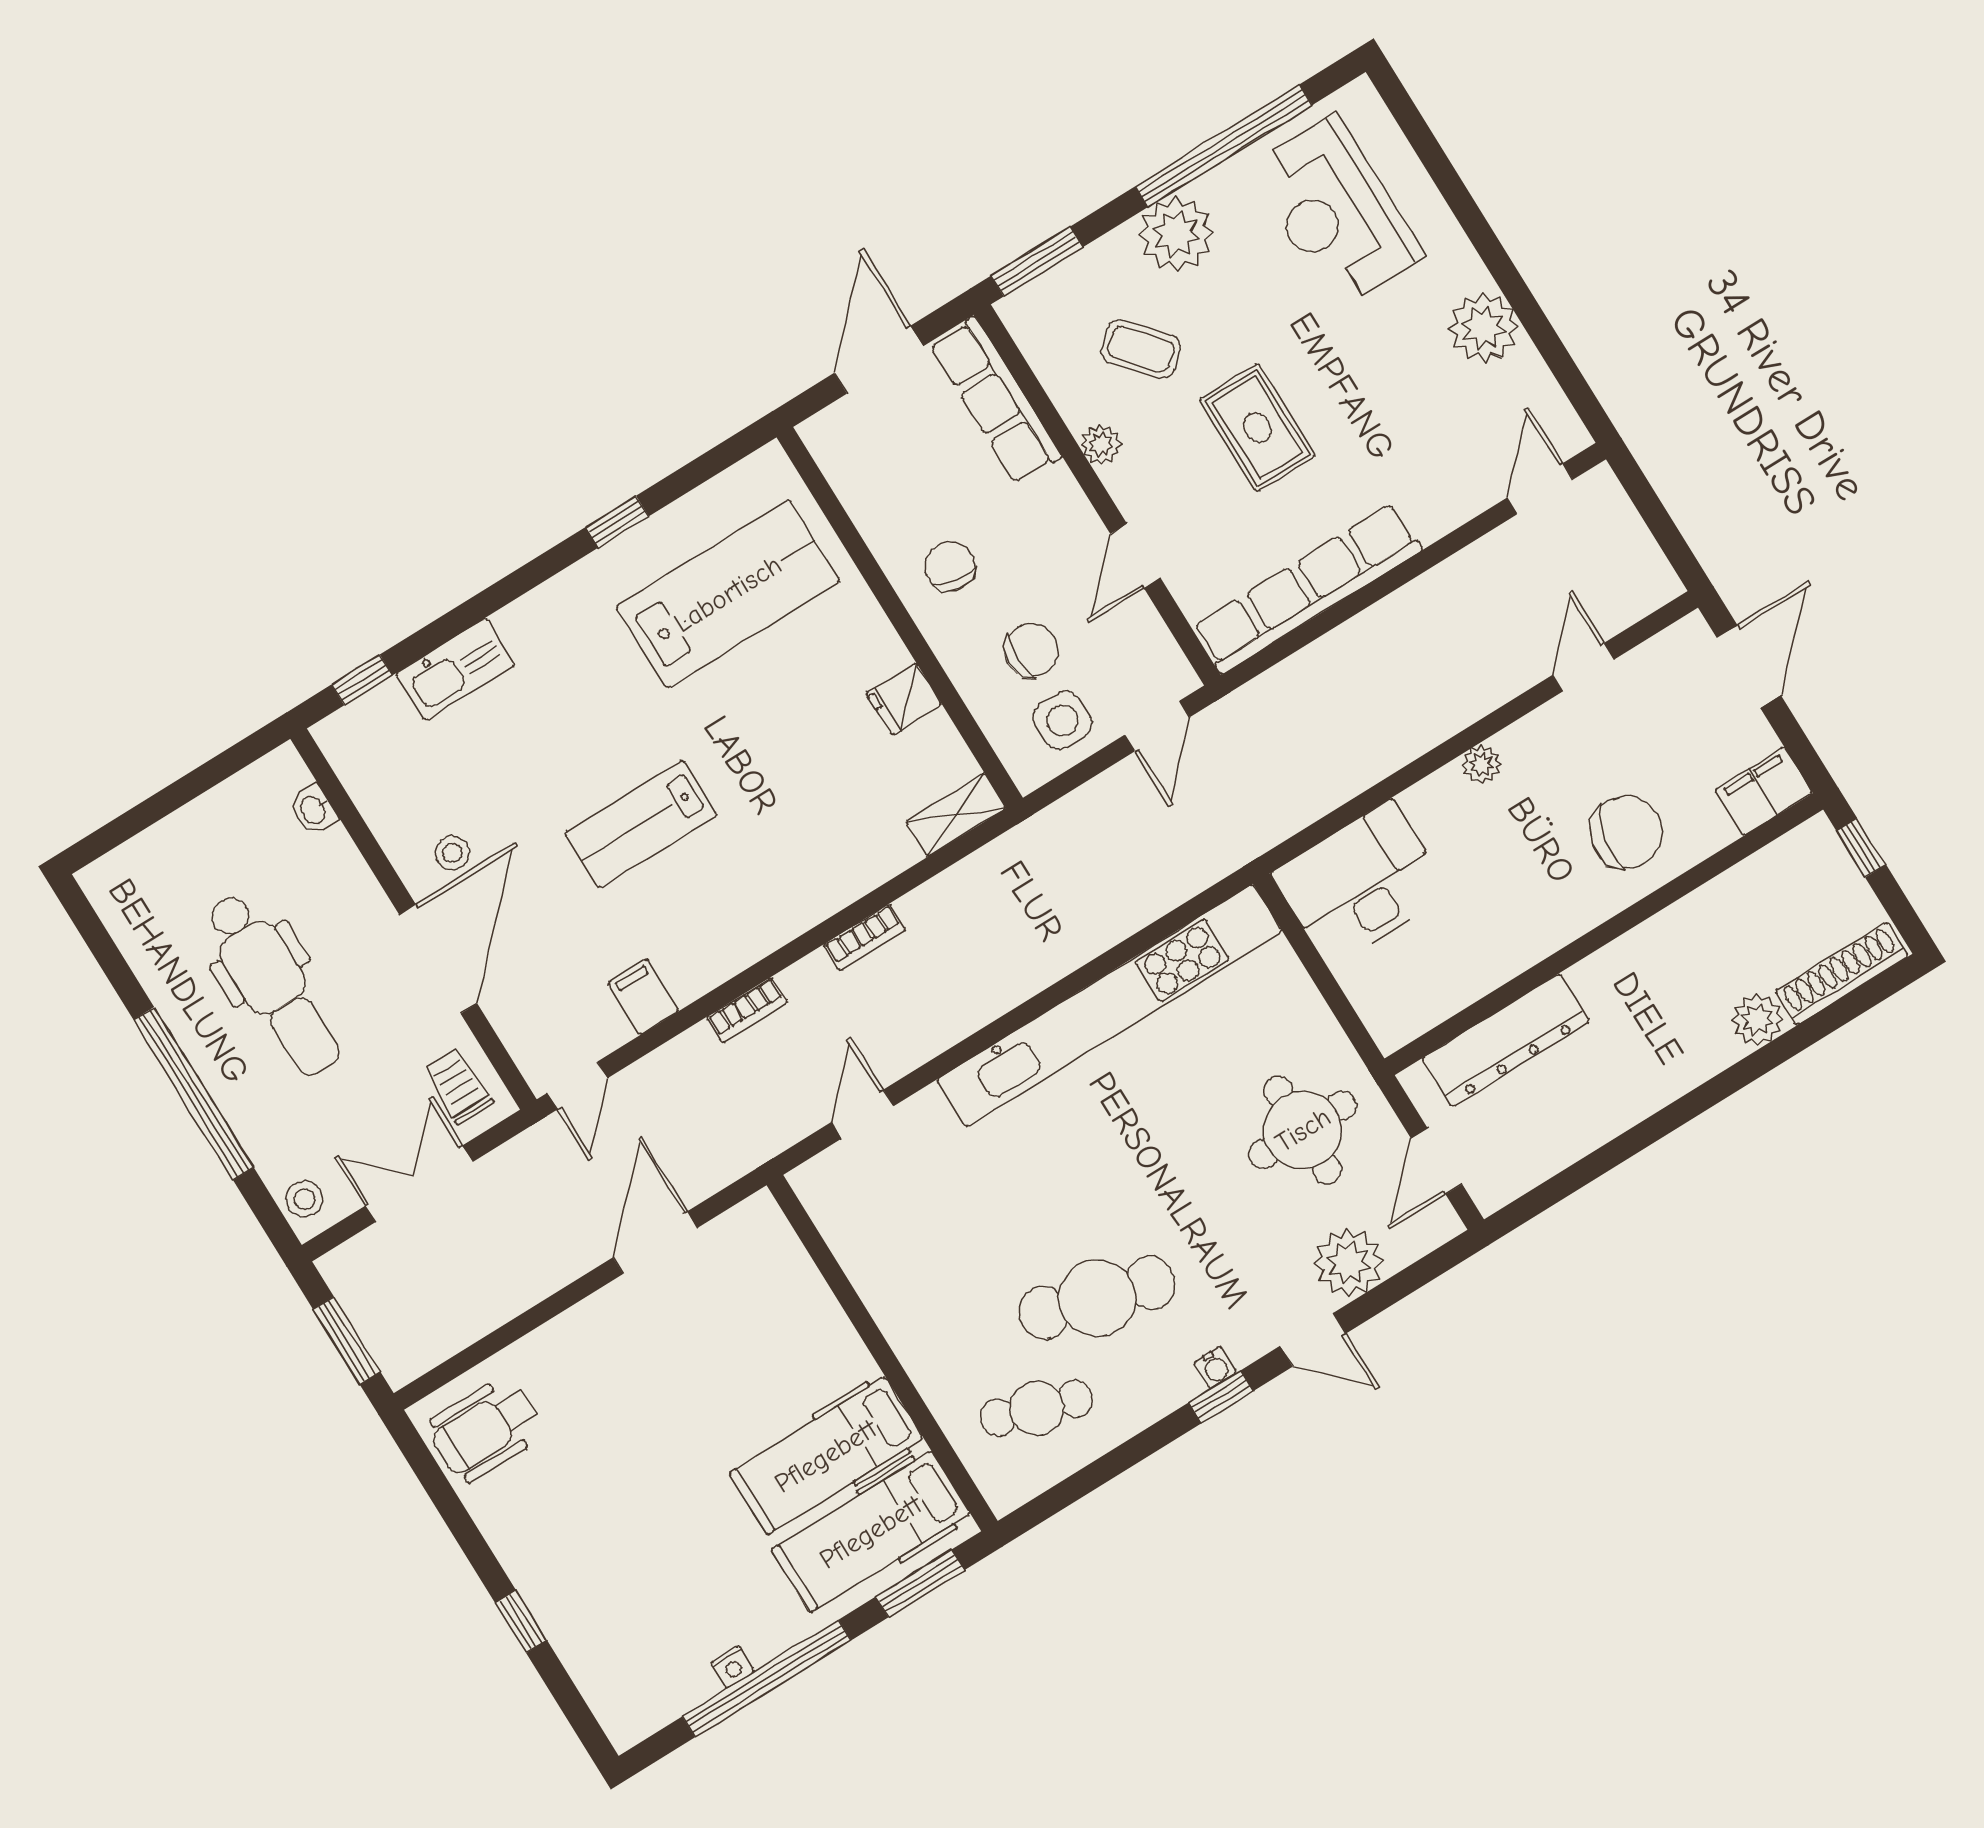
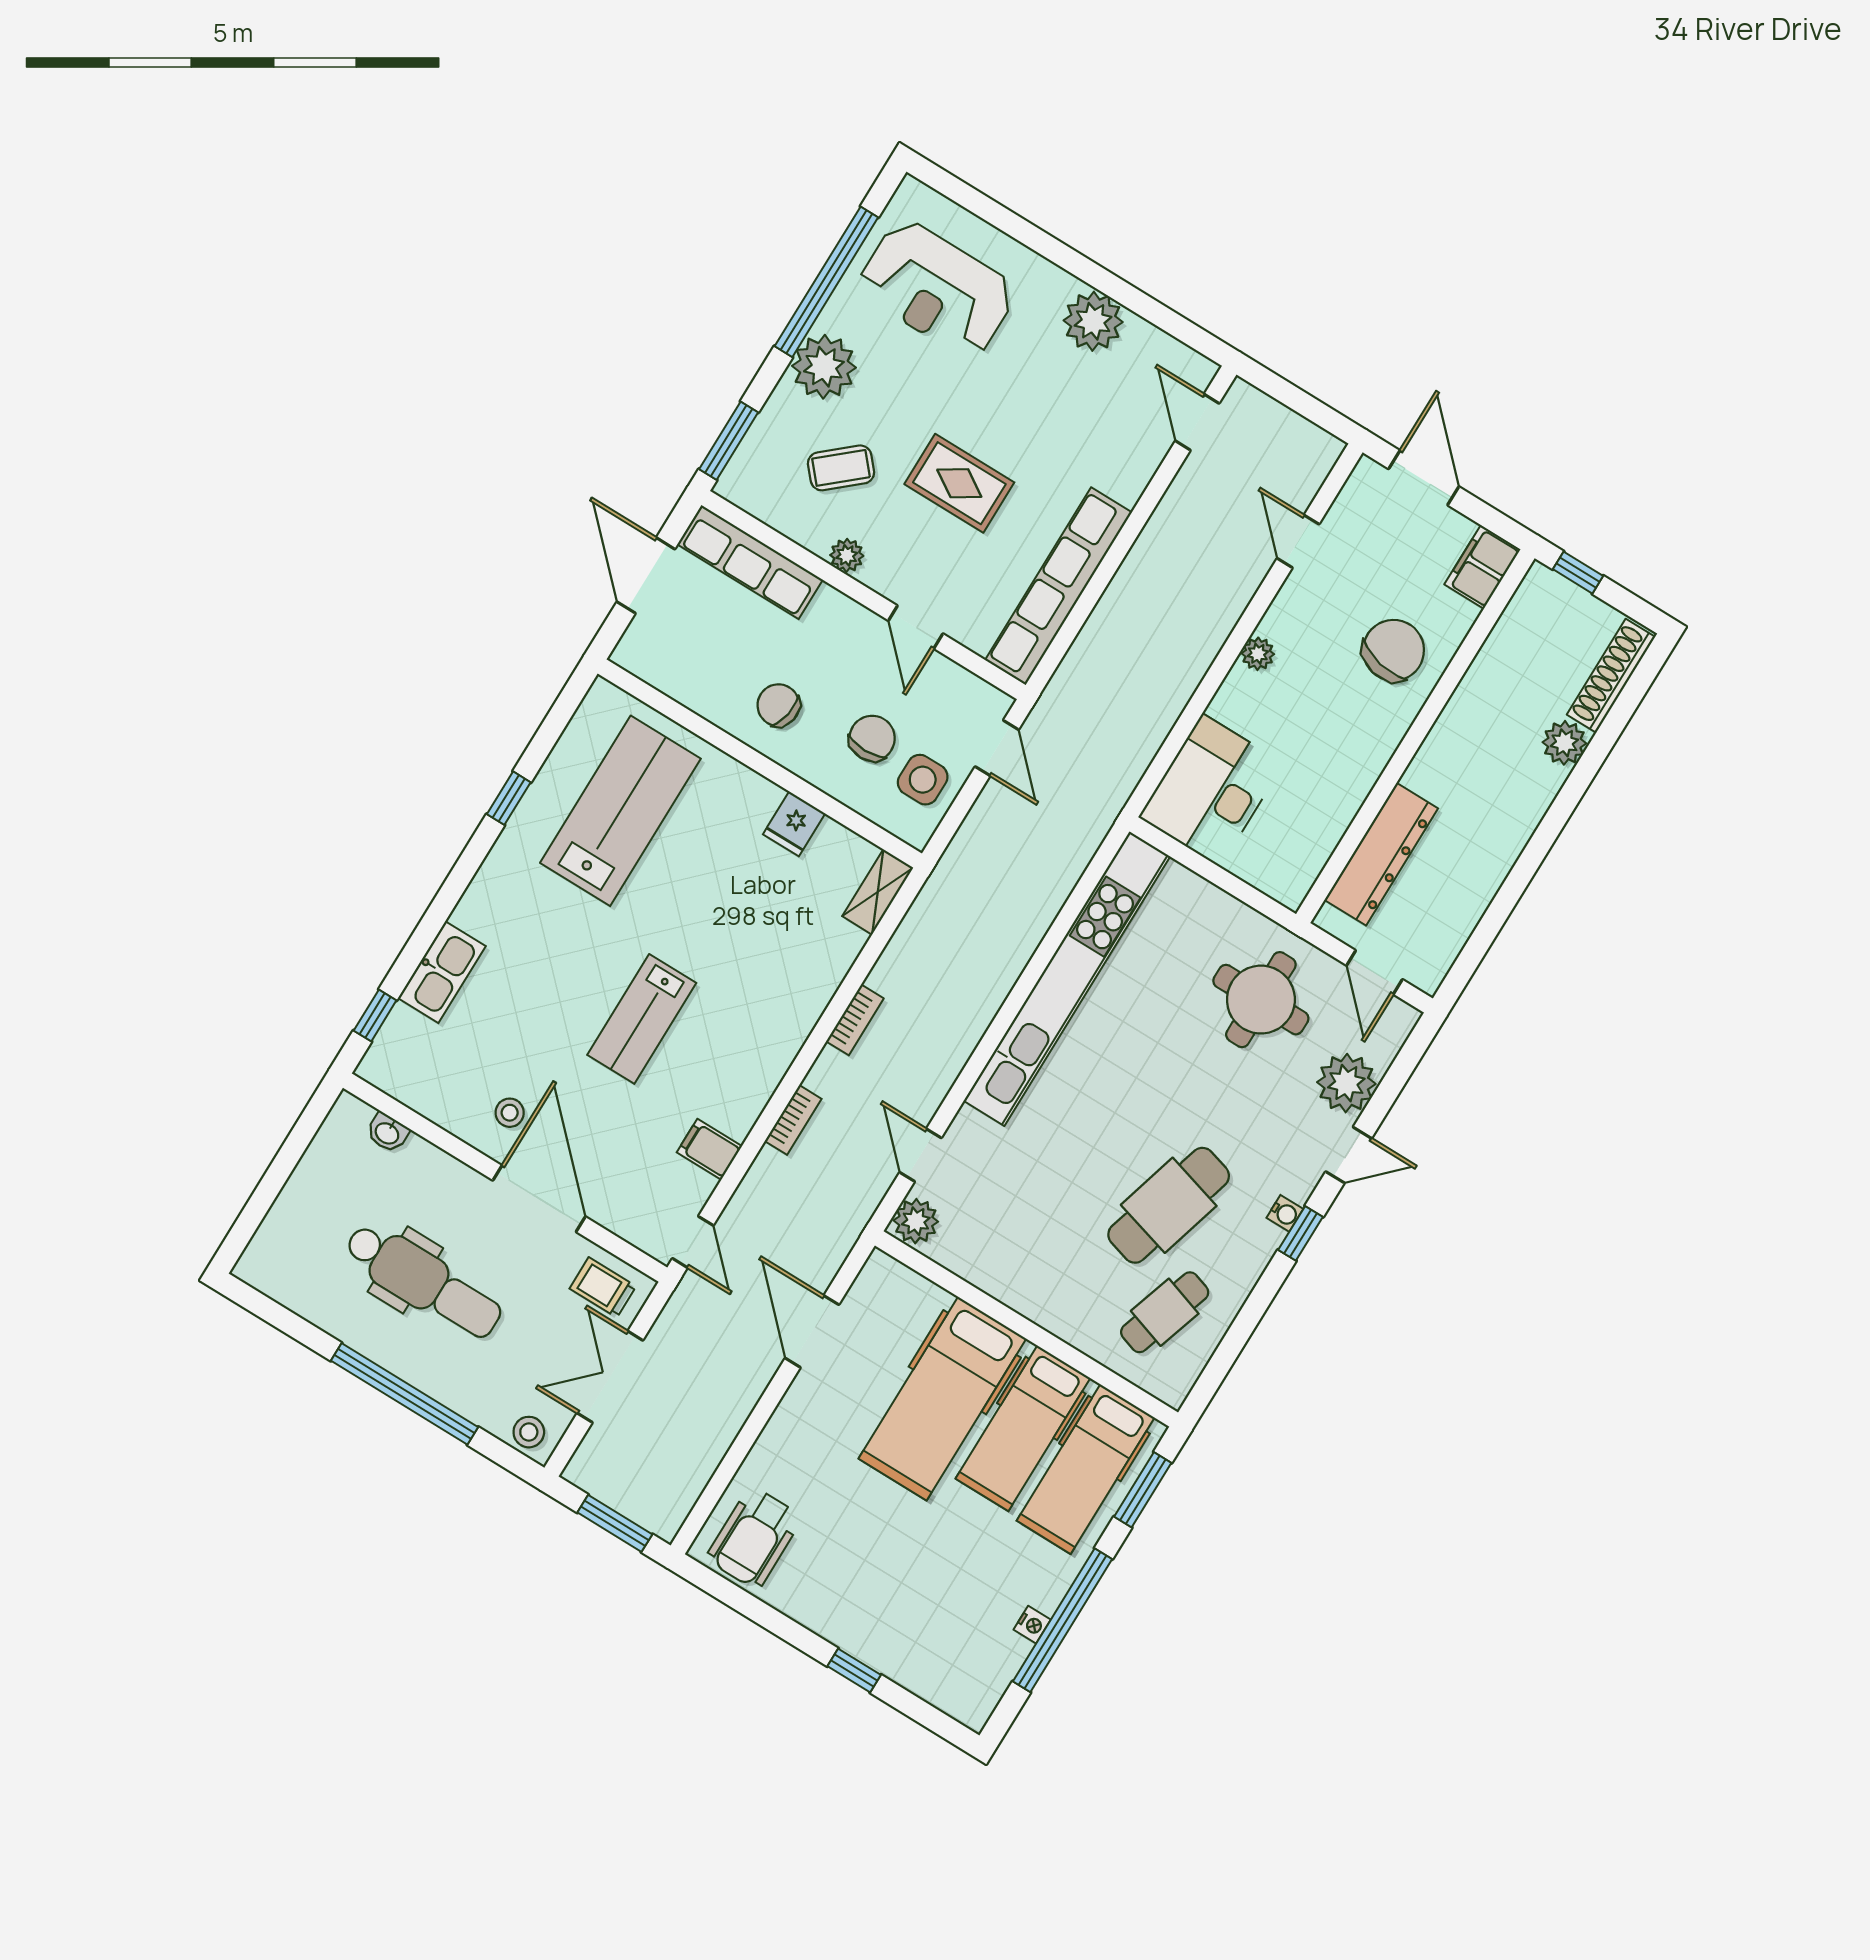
plant: (823, 1181) -> (916, 1221), added
hospital bed: (757, 1382) -> (942, 1399), added

